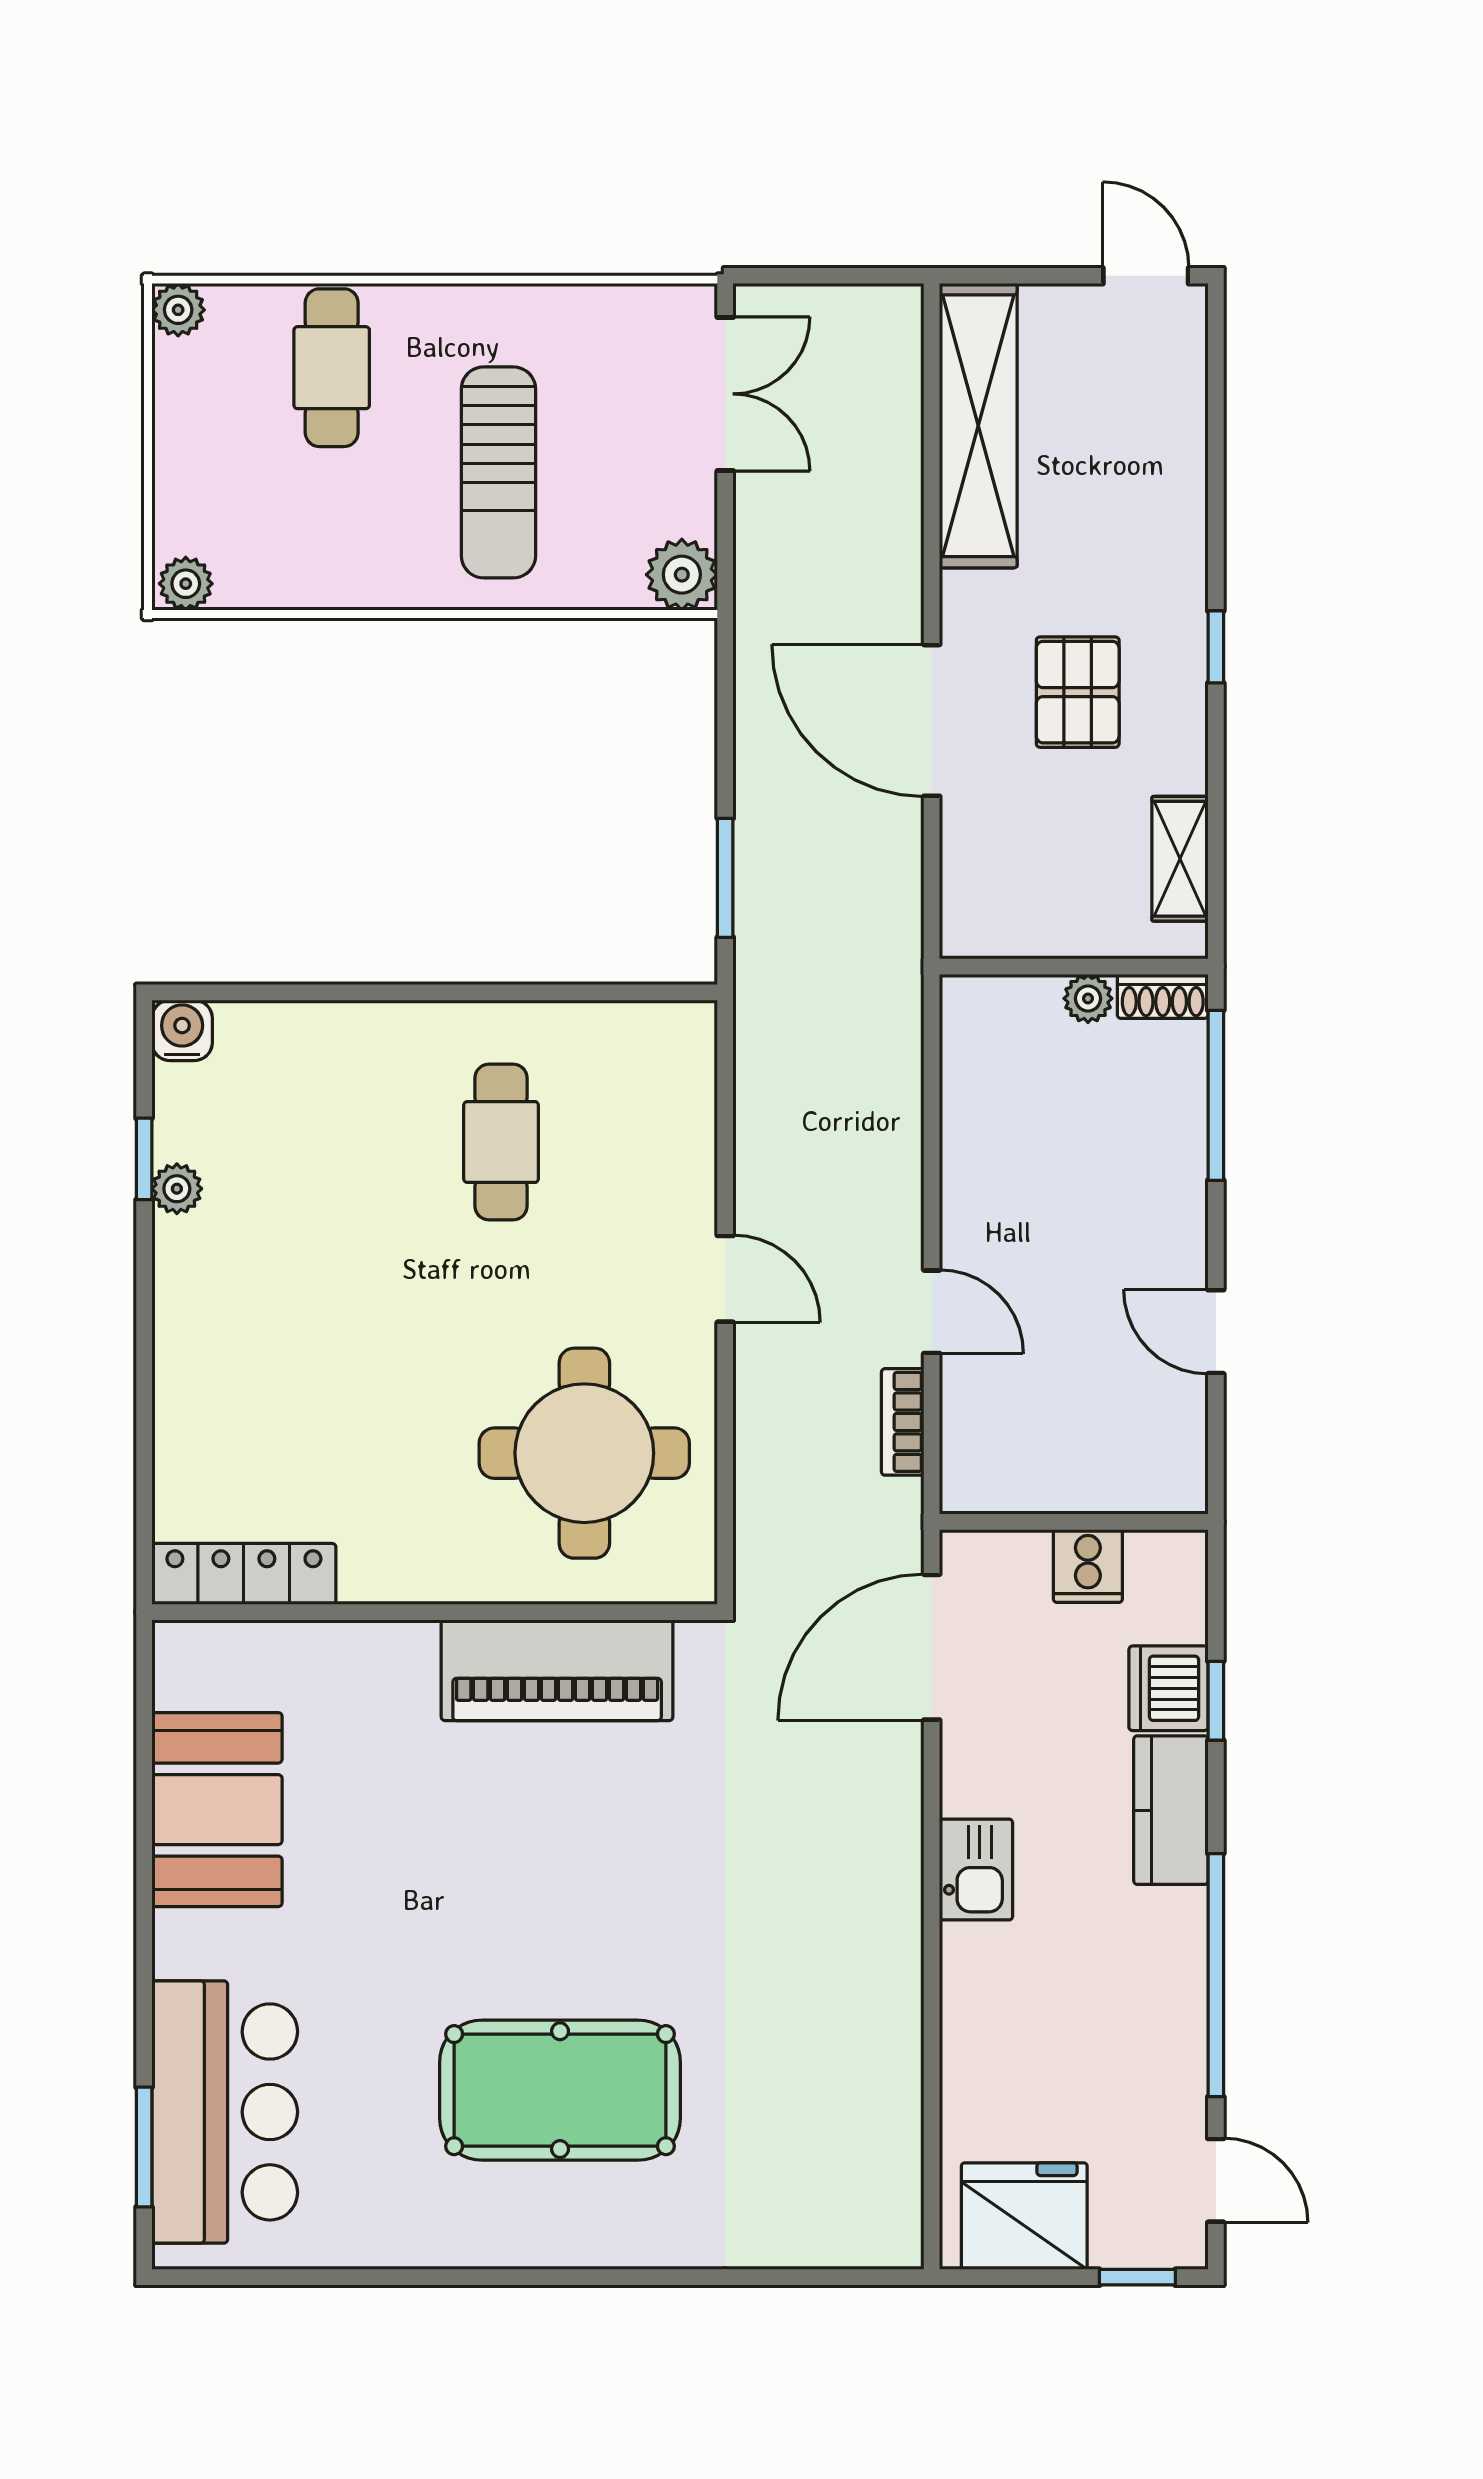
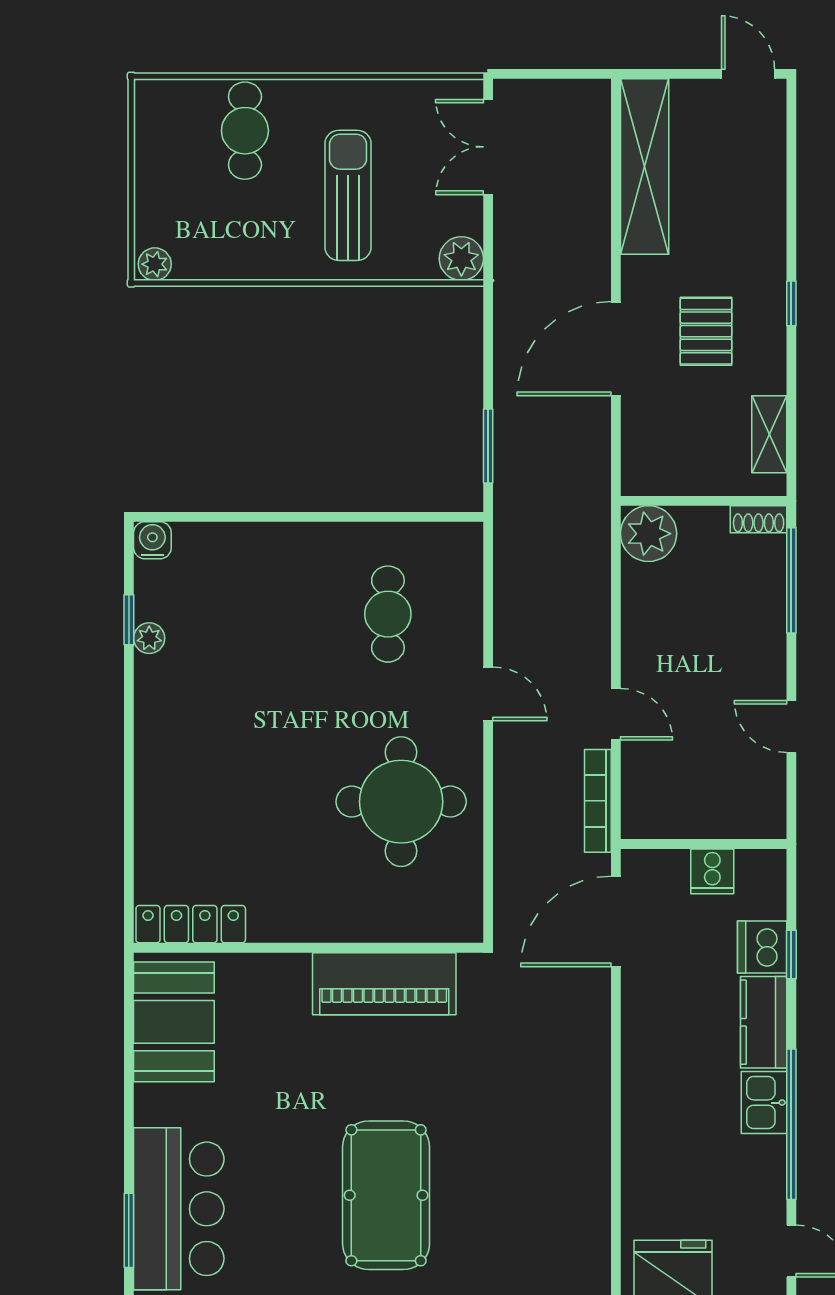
plant: (178, 310) -> (150, 95), removed
double door: (725, 394) -> (488, 147), swing flipped
sun lounger: (498, 472) -> (348, 195), turned 180
door: (932, 720) -> (616, 349), hinge flipped
plant: (1088, 998) -> (649, 534), moved, width x1.88, depth x1.88
cafe table: (501, 1142) -> (388, 614), moved
bookcase: (903, 1422) -> (598, 801), width x1.56
locker: (244, 1574) -> (191, 924), moved
wall: (435, 1612) -> (309, 948), moved
piano: (557, 1670) -> (384, 984), moved
kitchen sink: (976, 1870) -> (764, 1103), moved, turned 180
pool table: (560, 2090) -> (386, 1195), turned 90

